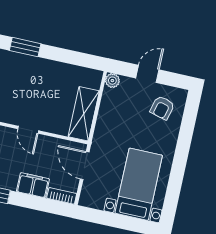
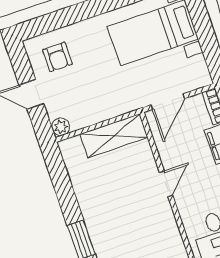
armchair: (162, 108) -> (57, 57), turned 75

